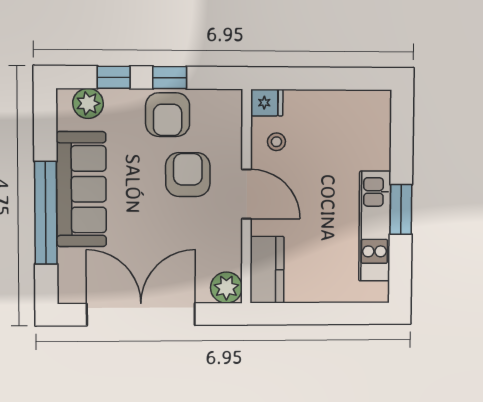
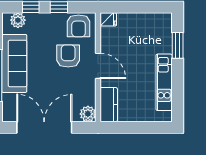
armchair: (168, 115) -> (79, 26), moved
stool: (276, 142) -> (113, 39), removed
window: (401, 209) -> (178, 45), moved

